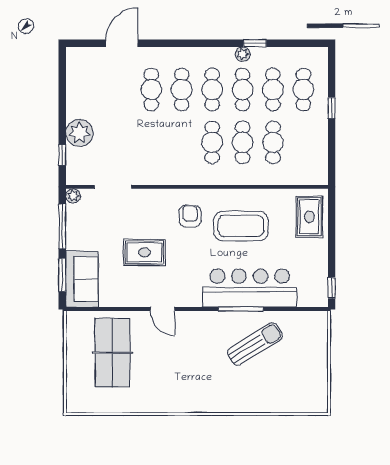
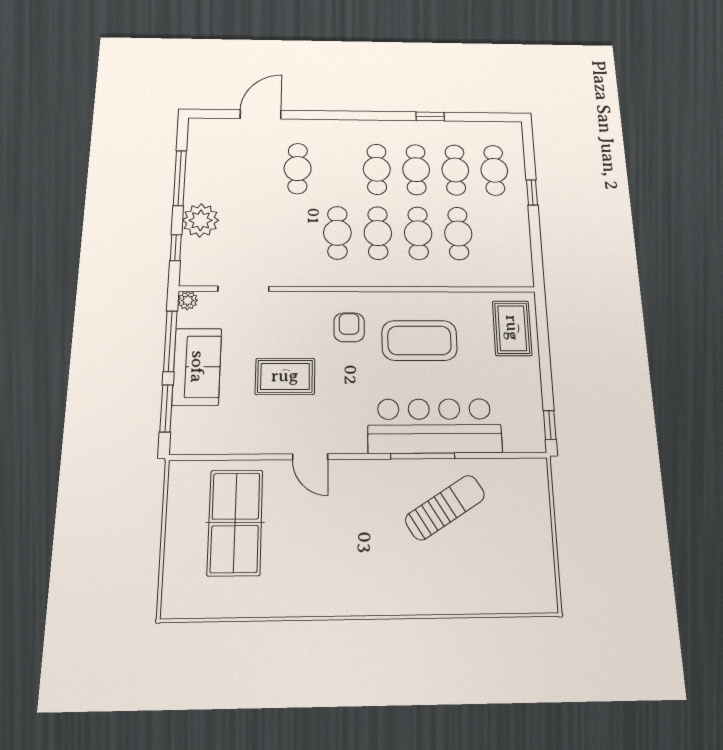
plant: (243, 54) -> (415, 129), removed
cafe table: (182, 90) -> (337, 233), moved
window: (62, 98) -> (180, 178), added
sofa: (82, 279) -> (197, 367), moved

